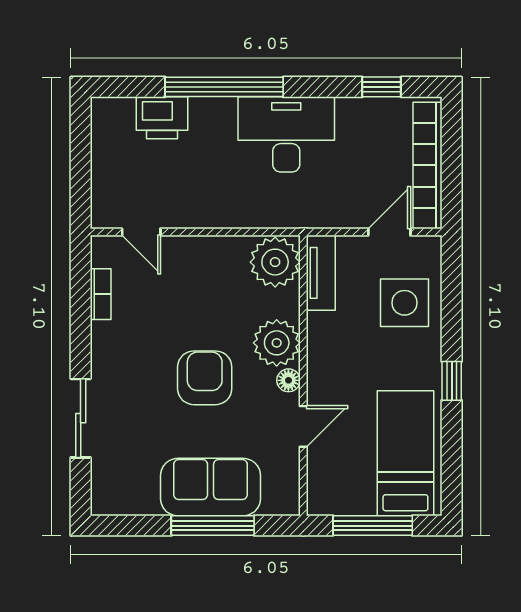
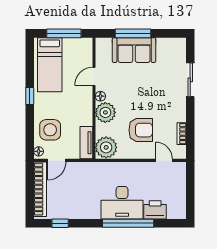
desk: (286, 134) -> (122, 203), moved
floor lamp: (431, 253) -> (39, 151), added
armchair: (205, 378) -> (141, 130), moved, turned -90

